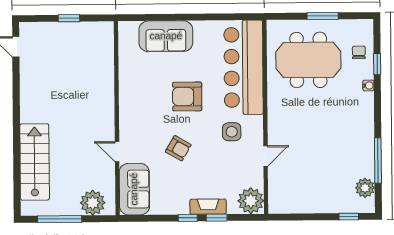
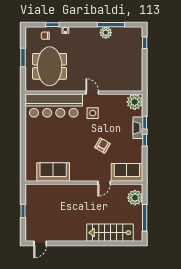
sofa: (166, 36) -> (53, 172), moved, turned -90
armchair: (187, 96) -> (71, 140), removed
door: (266, 156) -> (92, 93), moved
plant: (365, 188) -> (106, 33), moved

